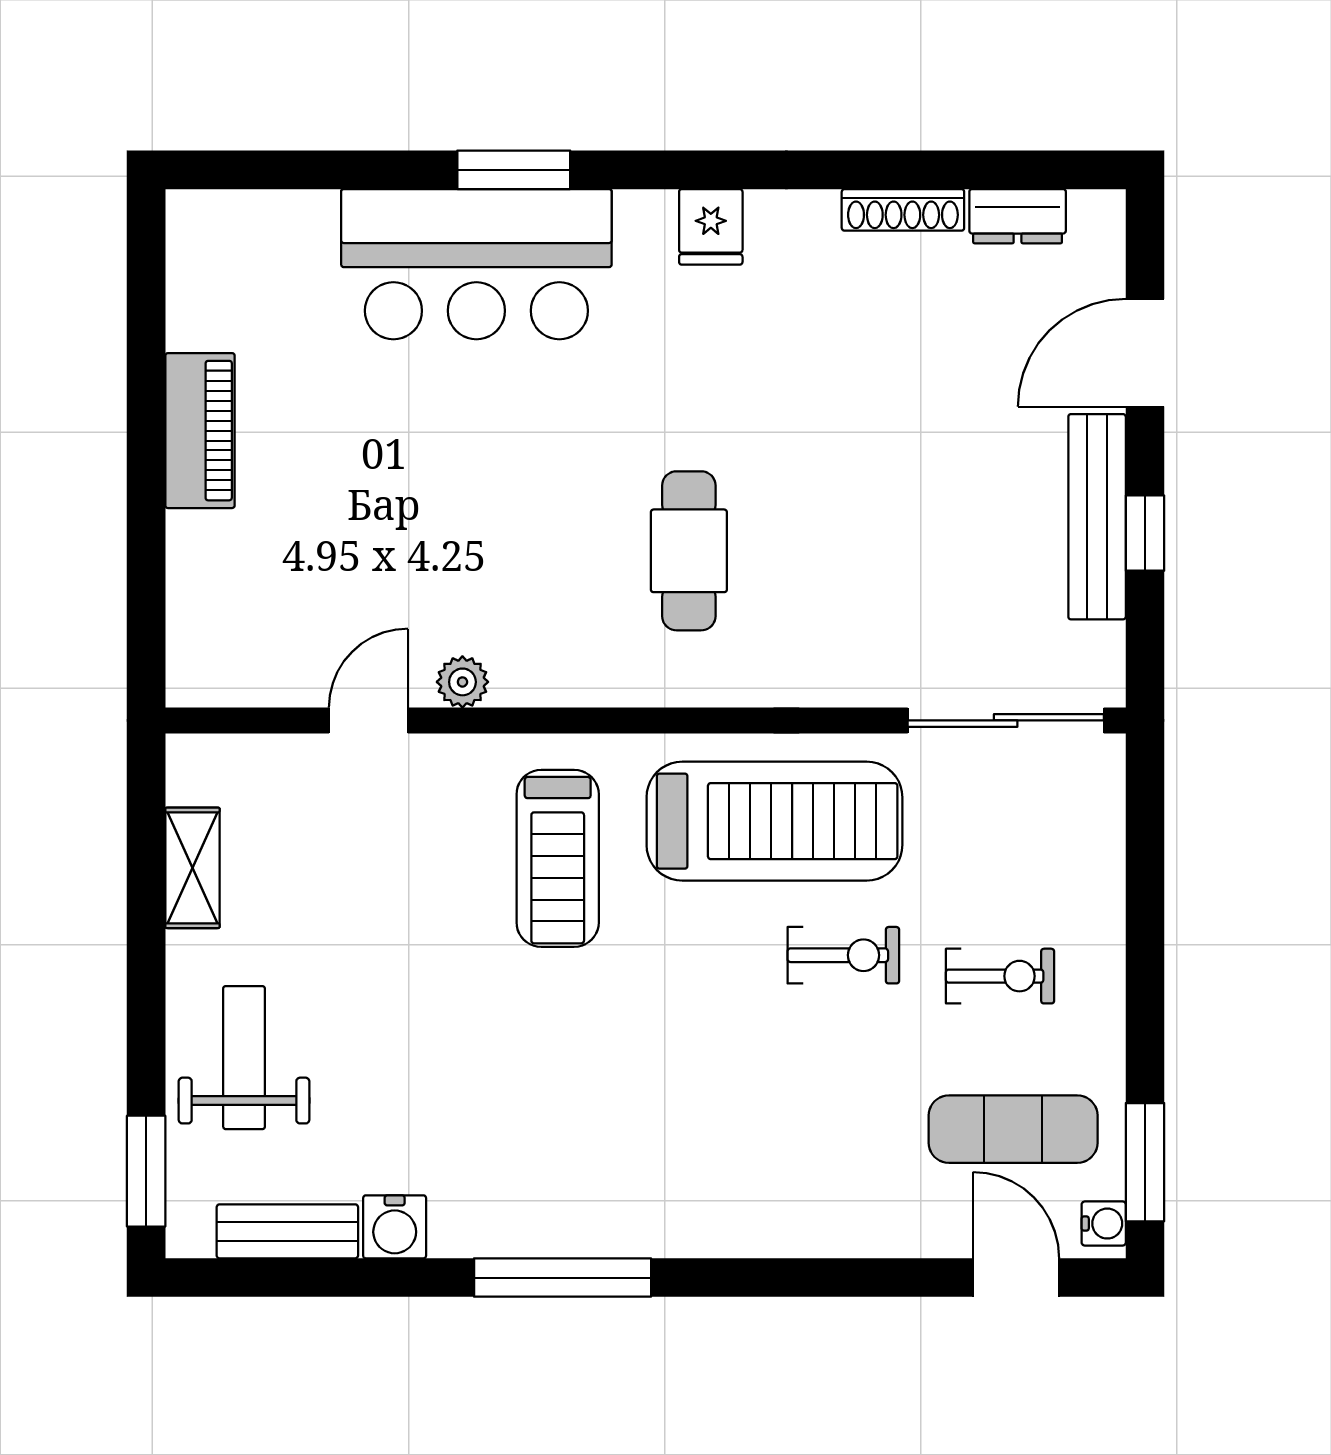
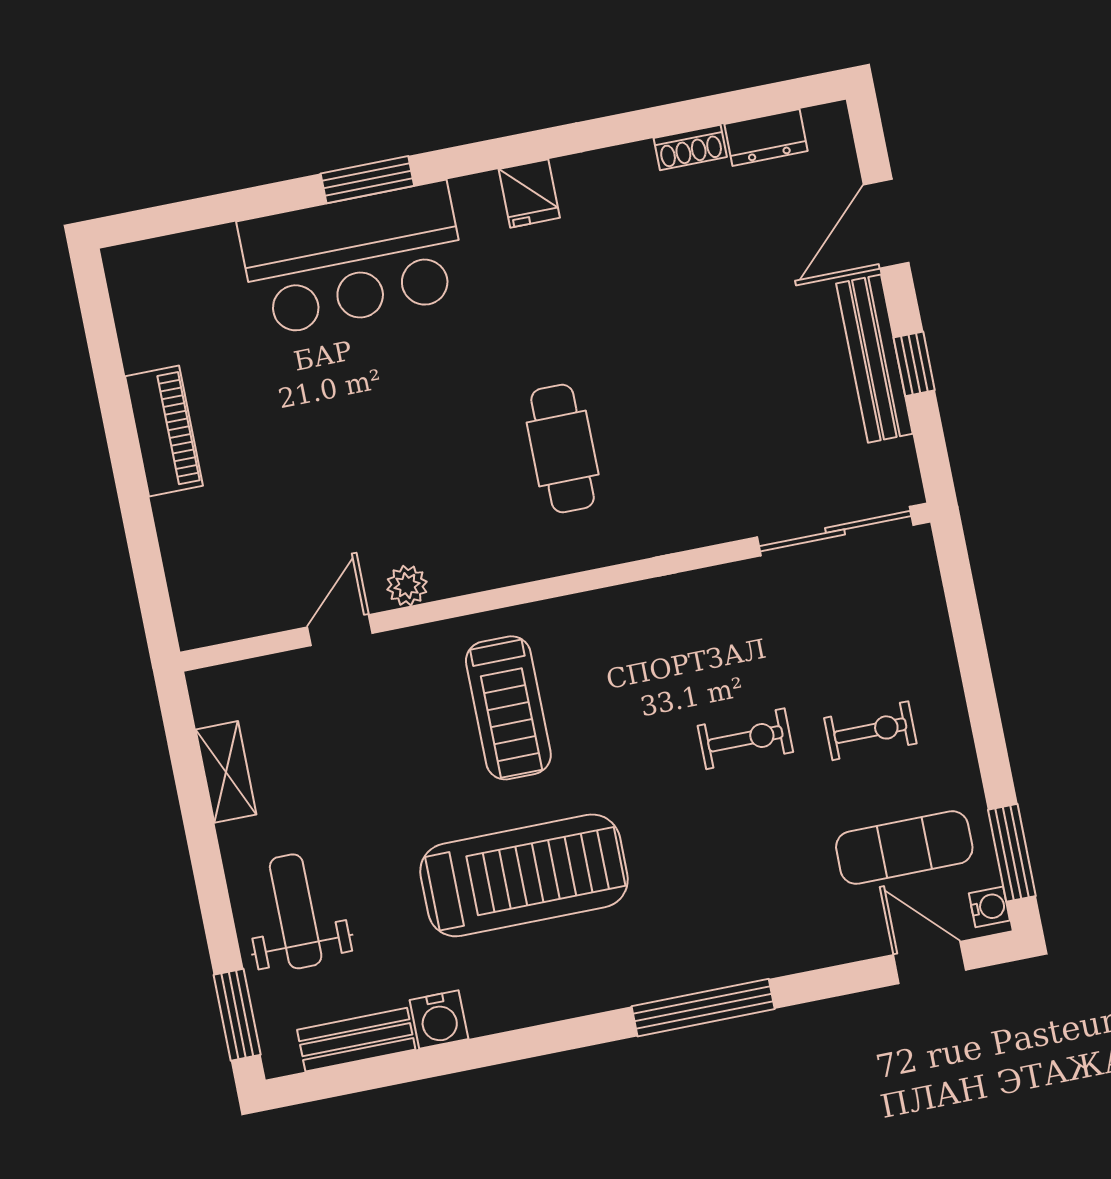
shoe rack: (903, 210) -> (690, 147), width x0.70
treadmill: (774, 821) -> (524, 875), moved
window: (563, 1278) -> (703, 1008), moved

